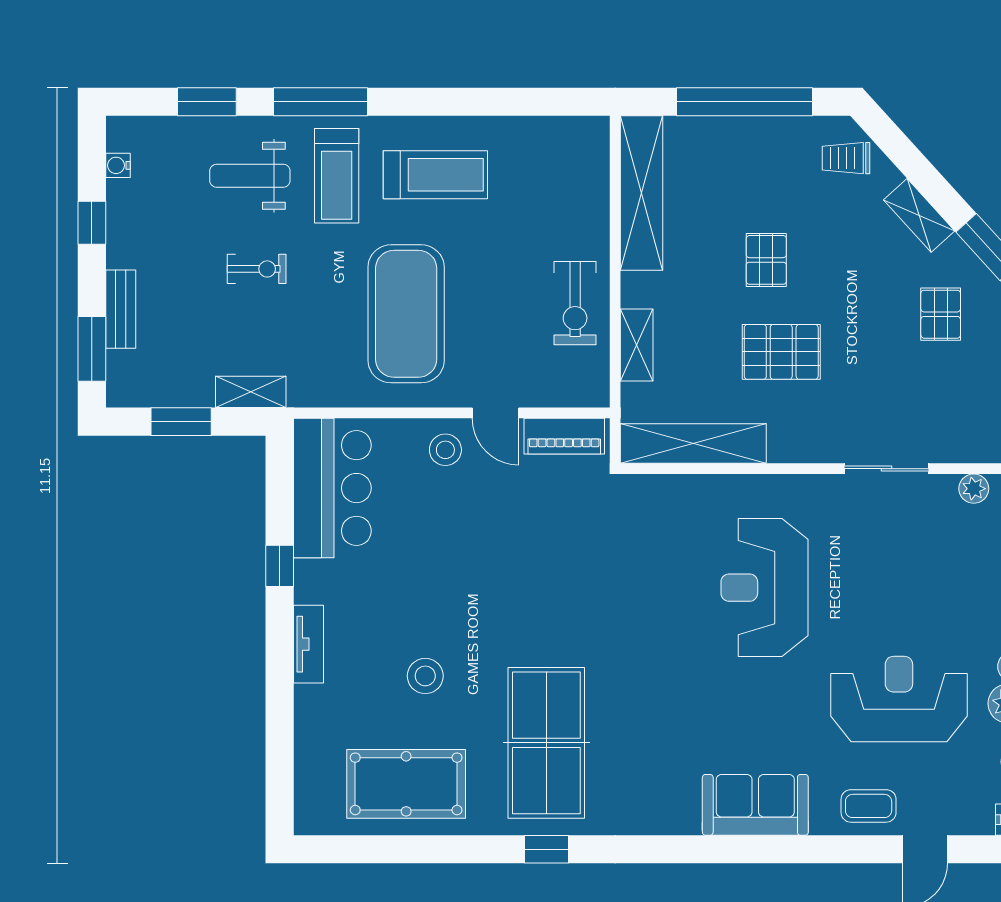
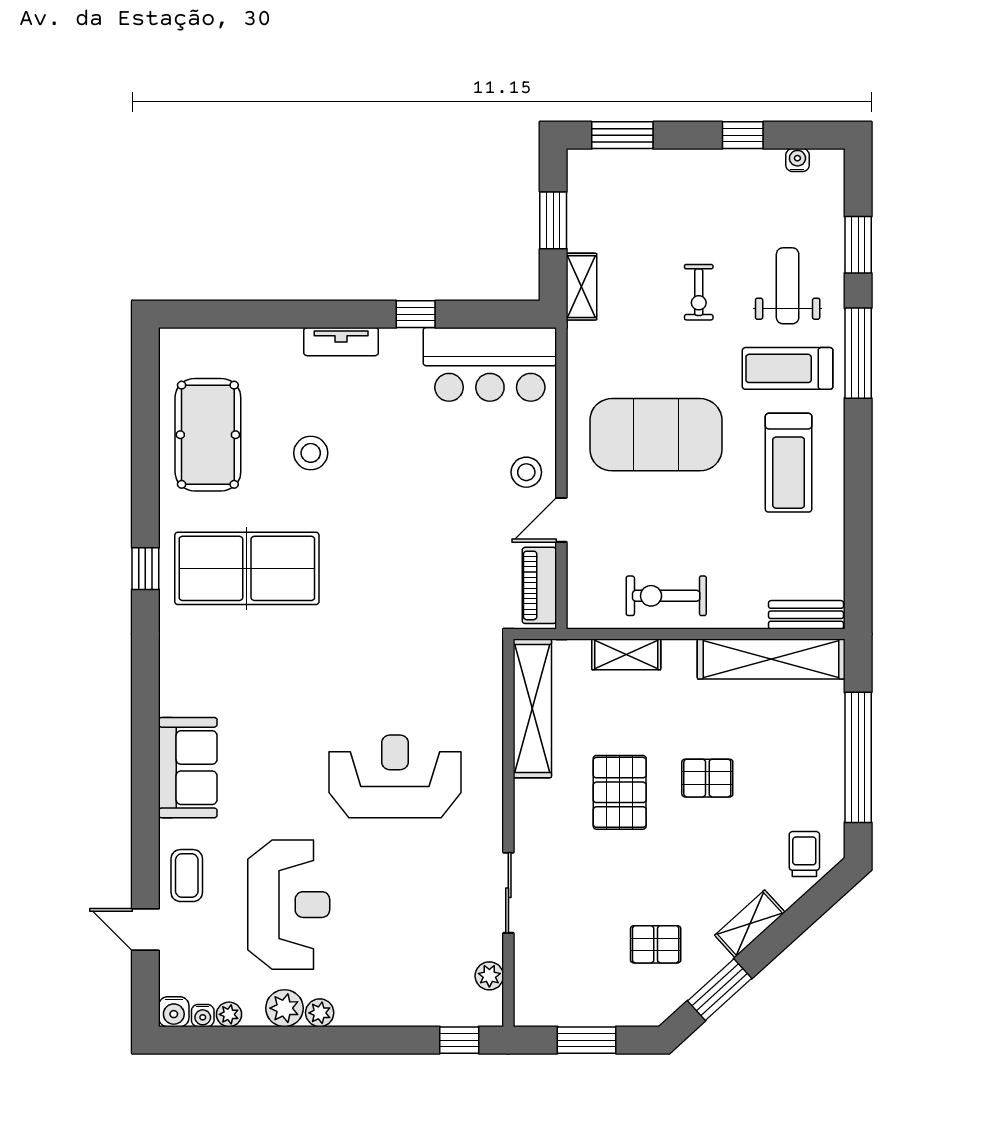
bench: (121, 309) -> (806, 615), moved

